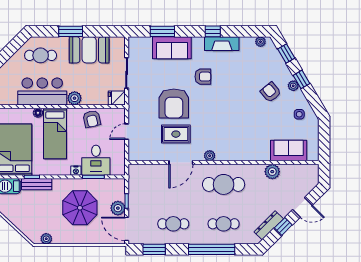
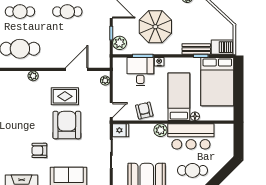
door: (127, 132) -> (111, 110), moved
plant: (133, 151) -> (105, 81), added
door: (181, 163) -> (77, 69), moved
plant: (118, 208) -> (120, 43), moved

